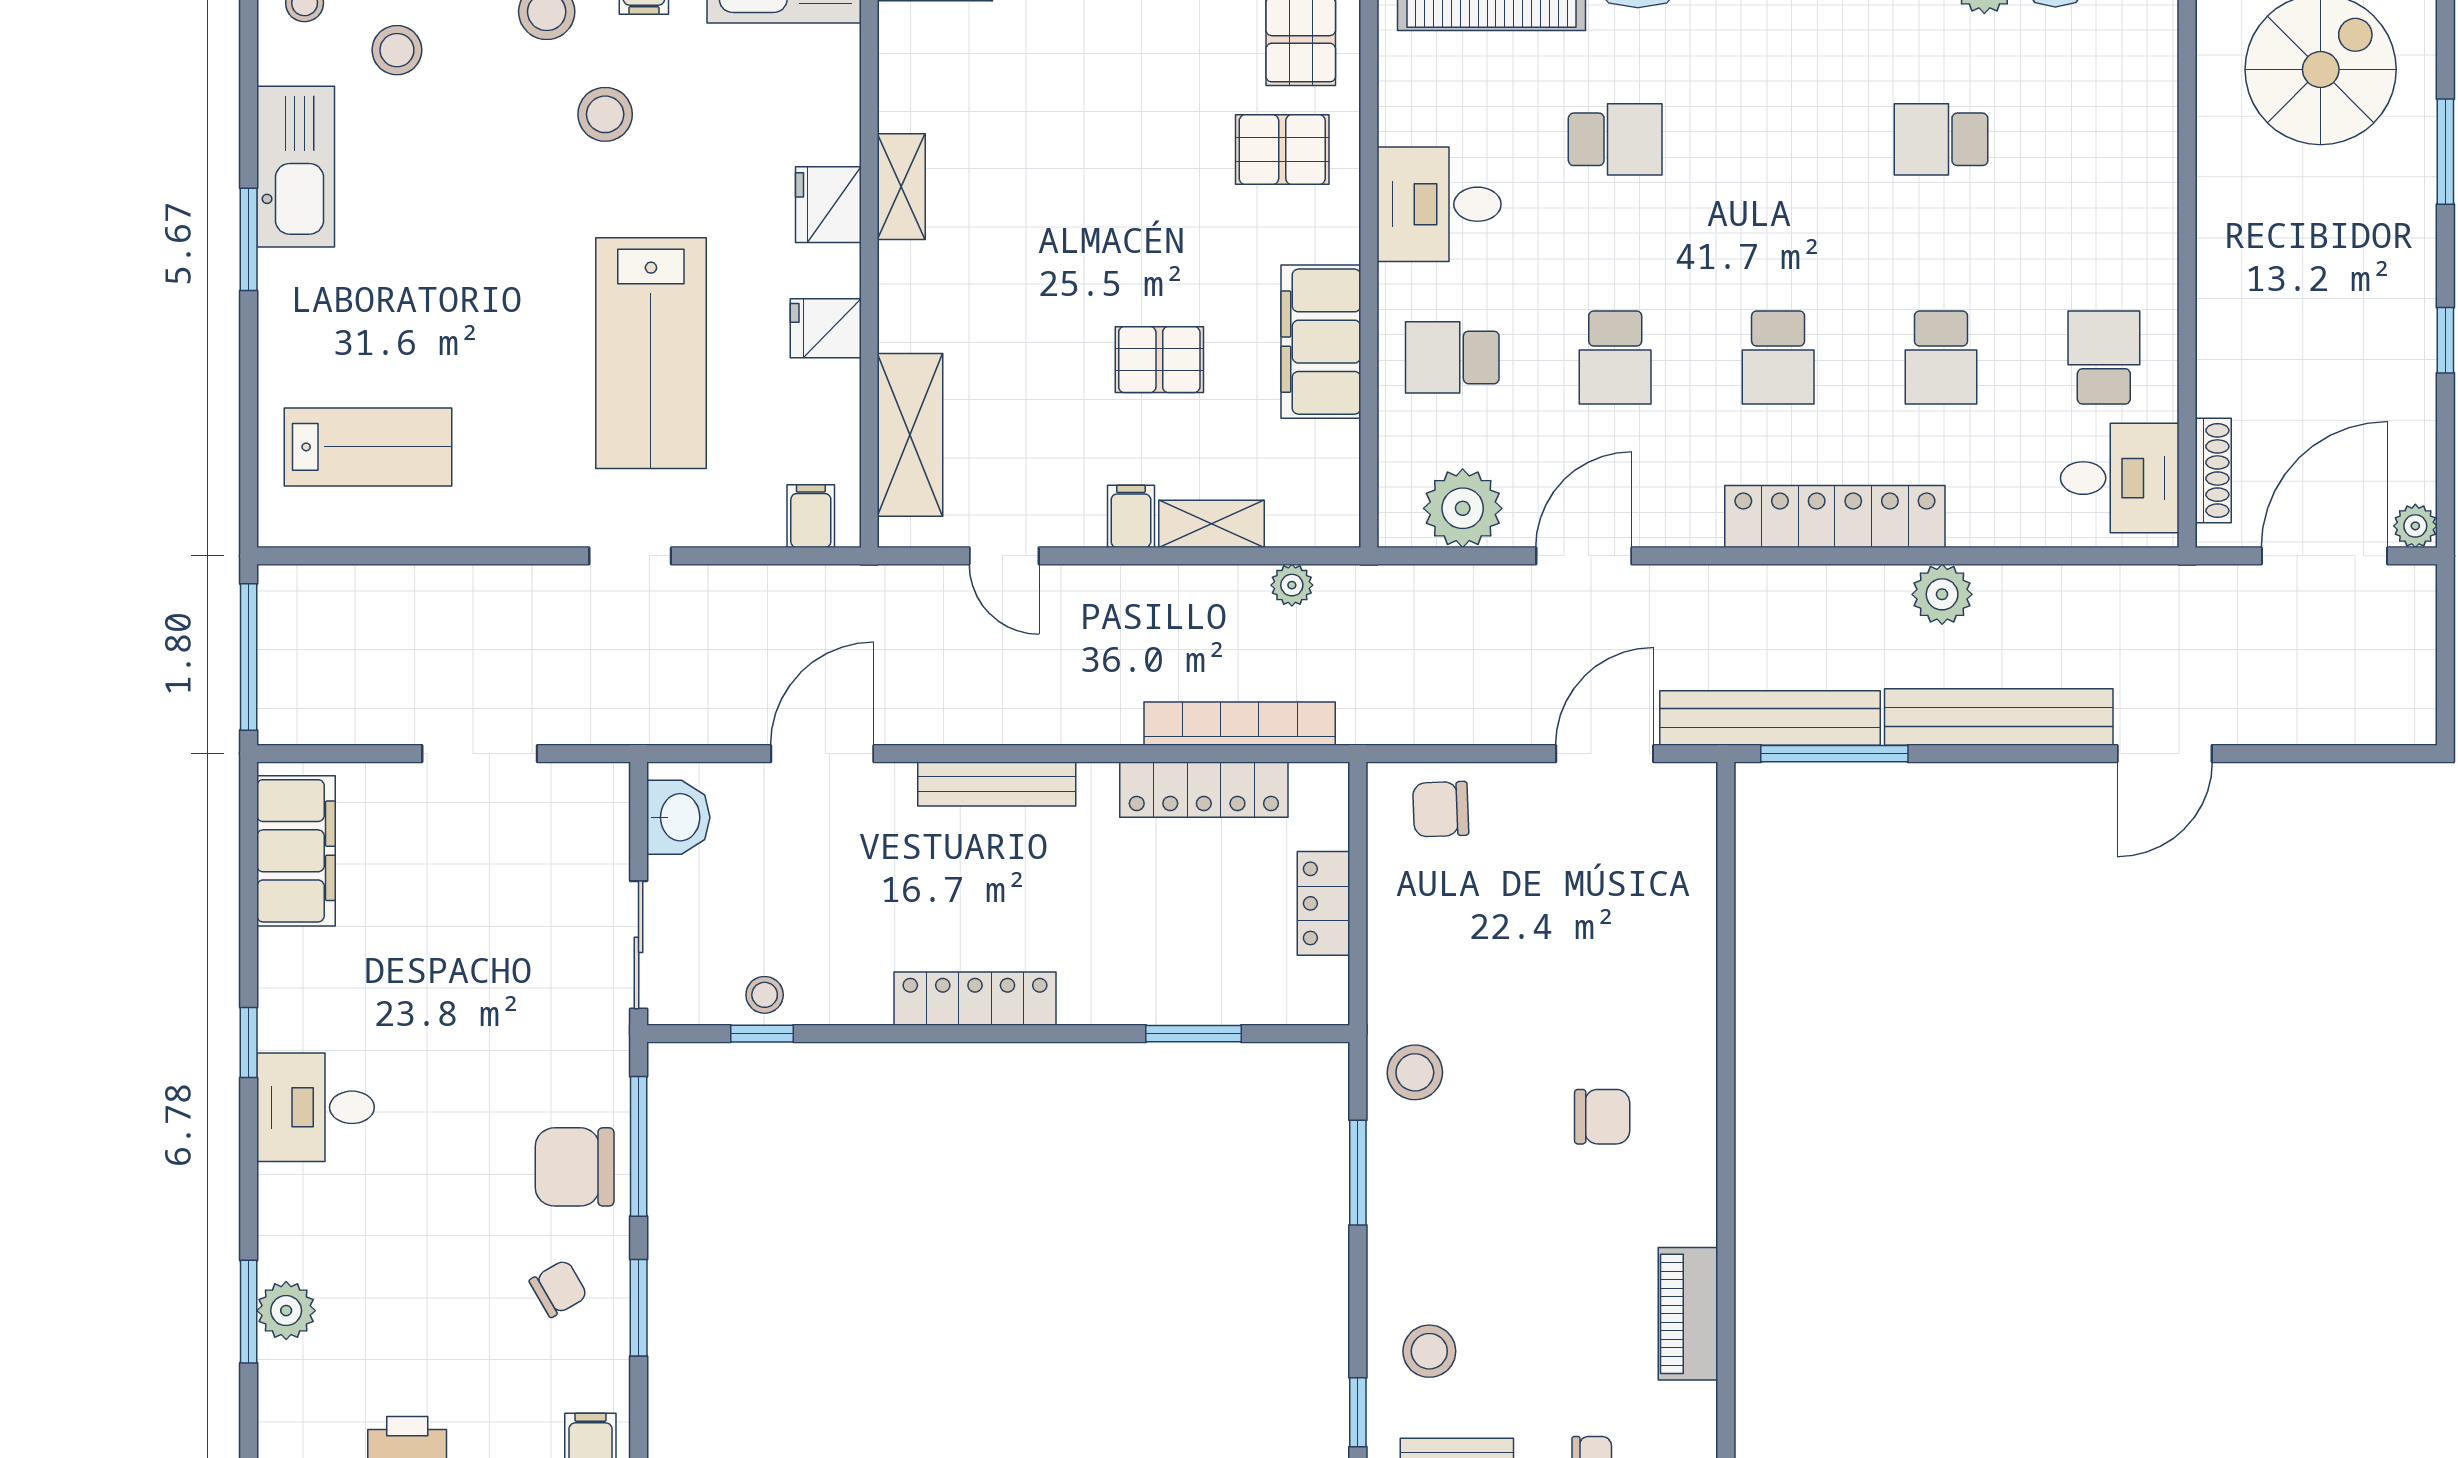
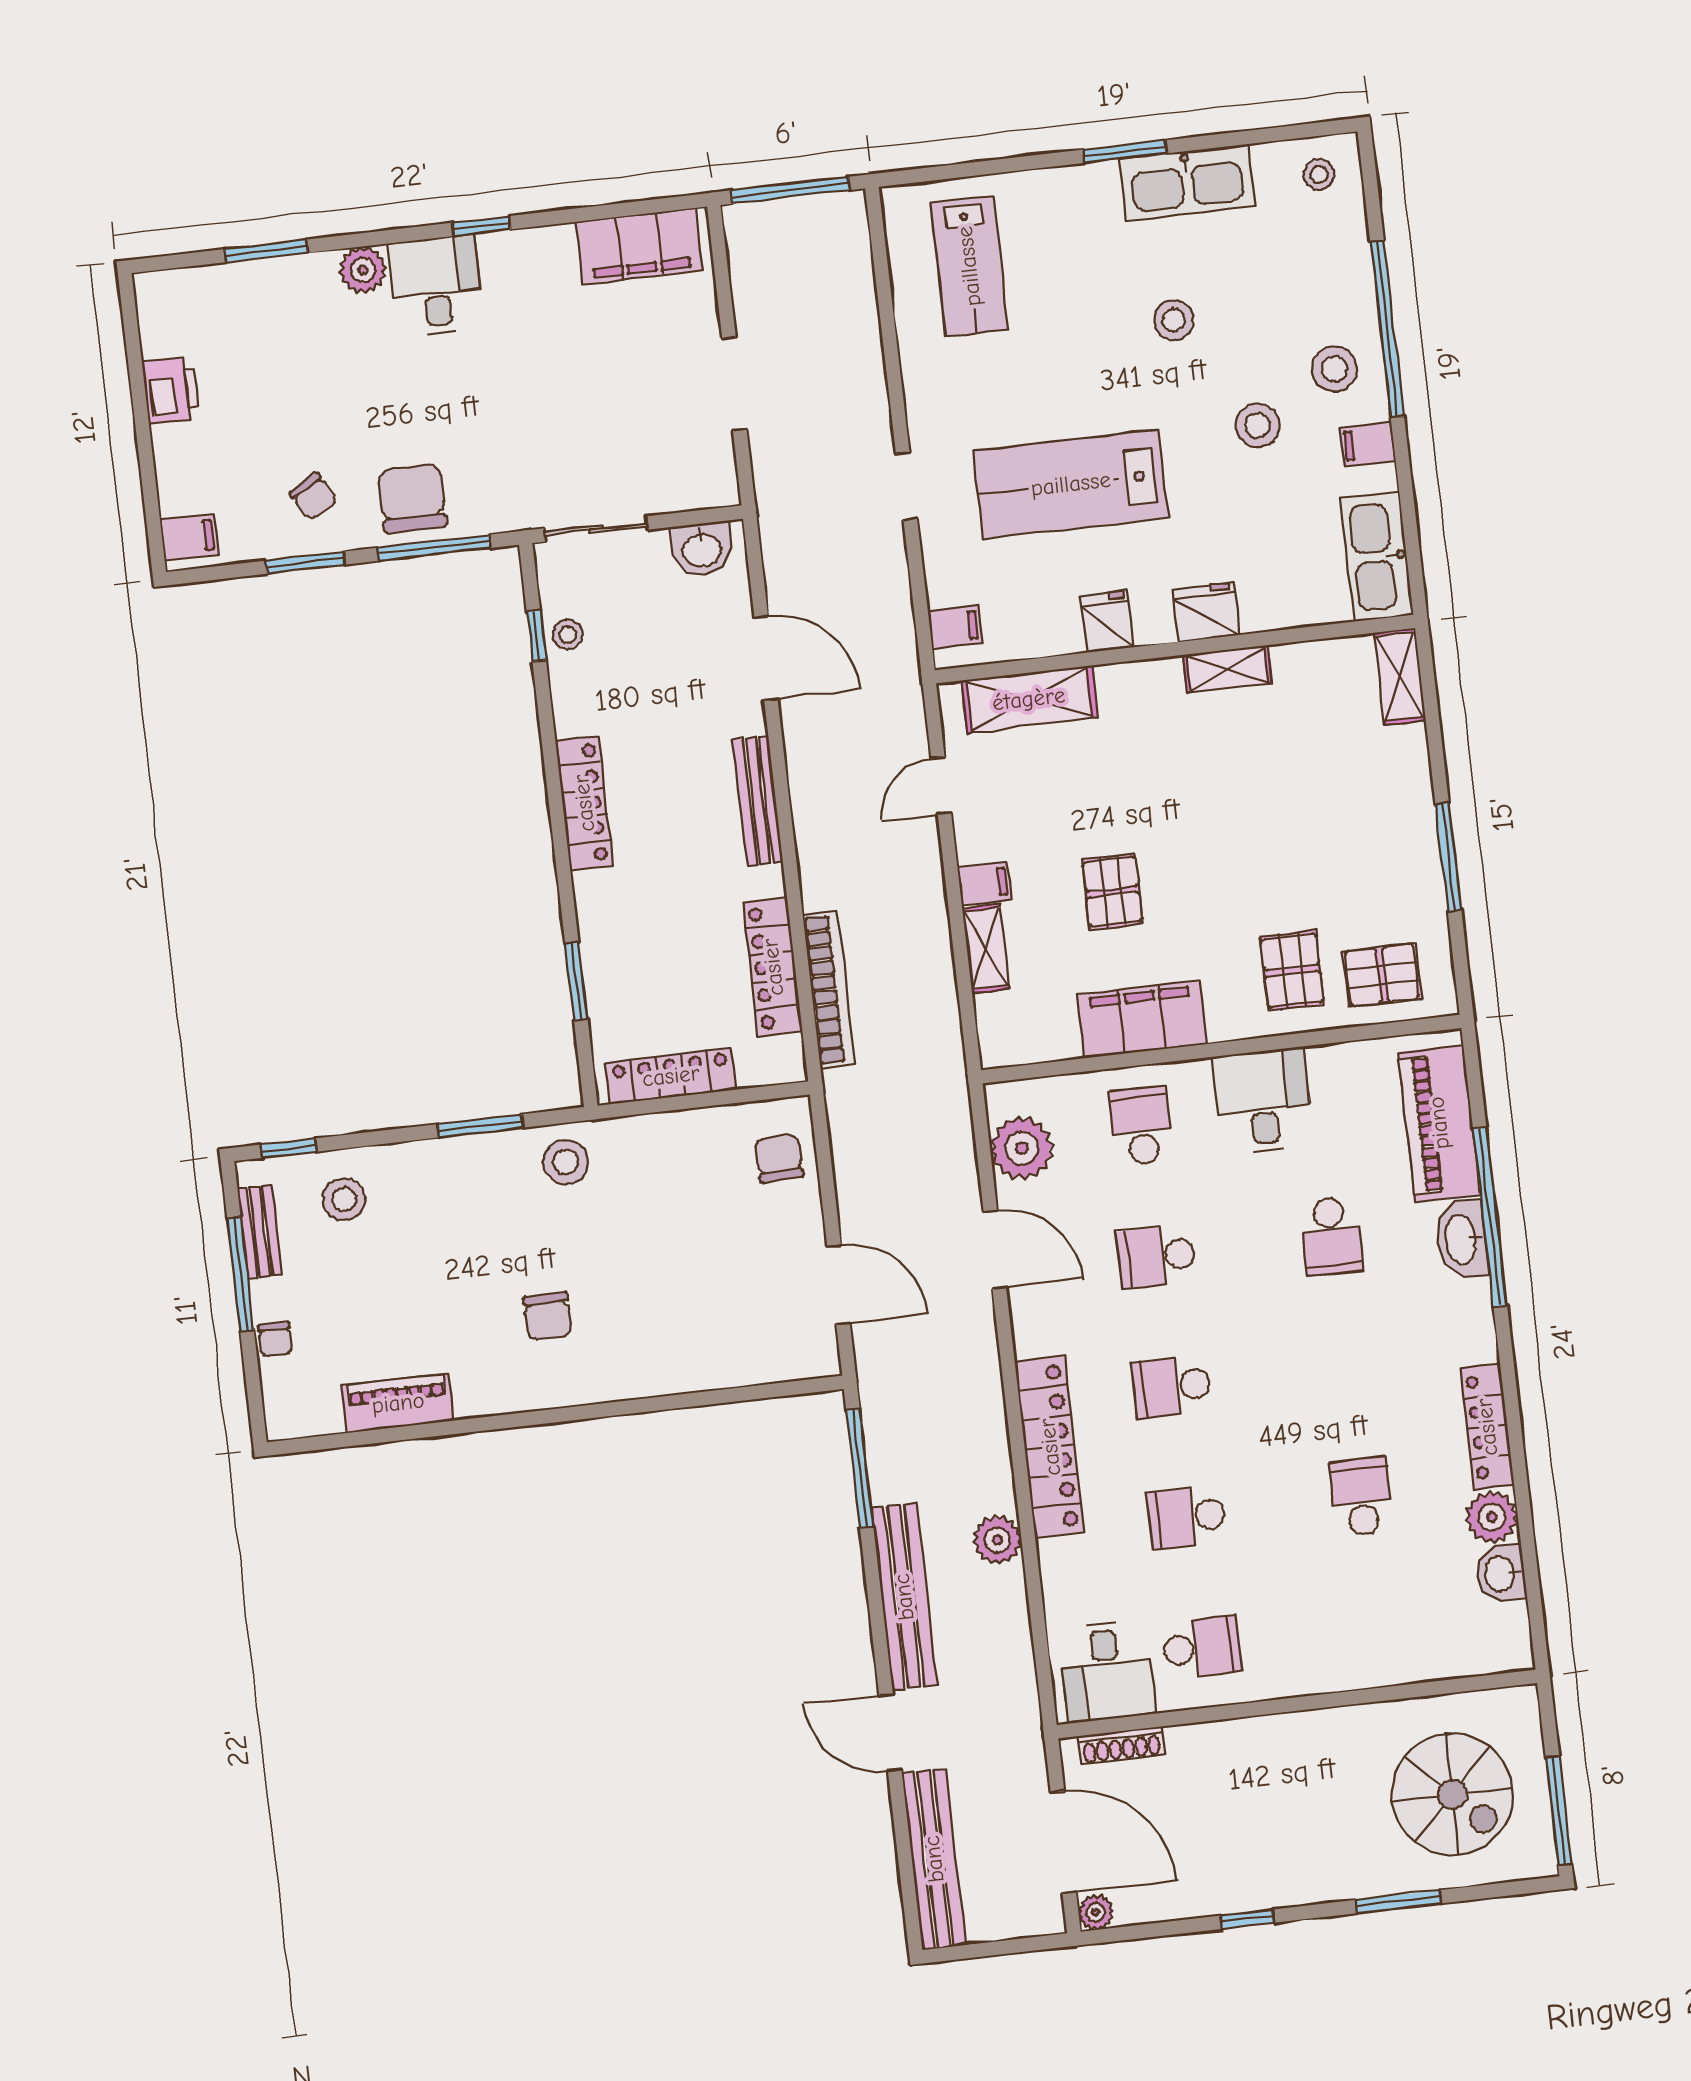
stool: (397, 50) -> (1174, 320), moved
plant: (1292, 585) -> (944, 1019), removed
bench: (1770, 718) -> (934, 1859), moved
locker: (1324, 903) -> (671, 1076), width x1.53
plant: (286, 1311) -> (363, 270), moved

